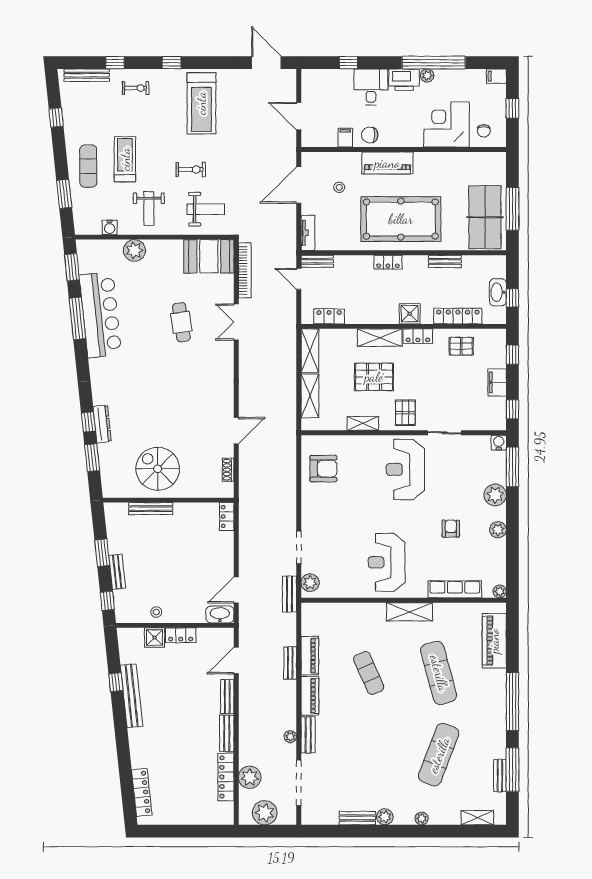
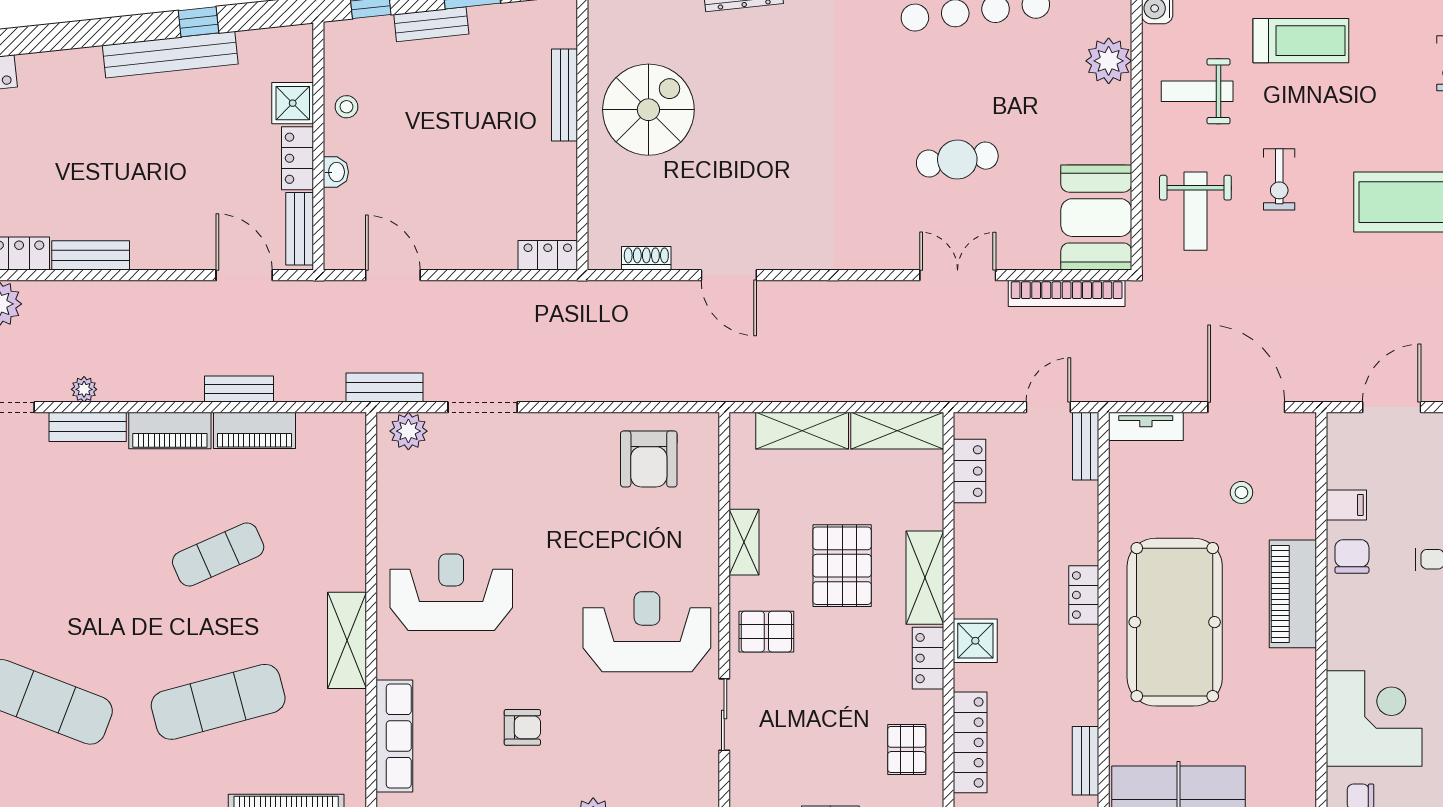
bench: (445, 261) -> (1086, 761), moved
washbasin: (220, 614) -> (336, 172), moved, width x0.52, depth x0.69
bench: (227, 697) -> (300, 229), moved, turned 90

